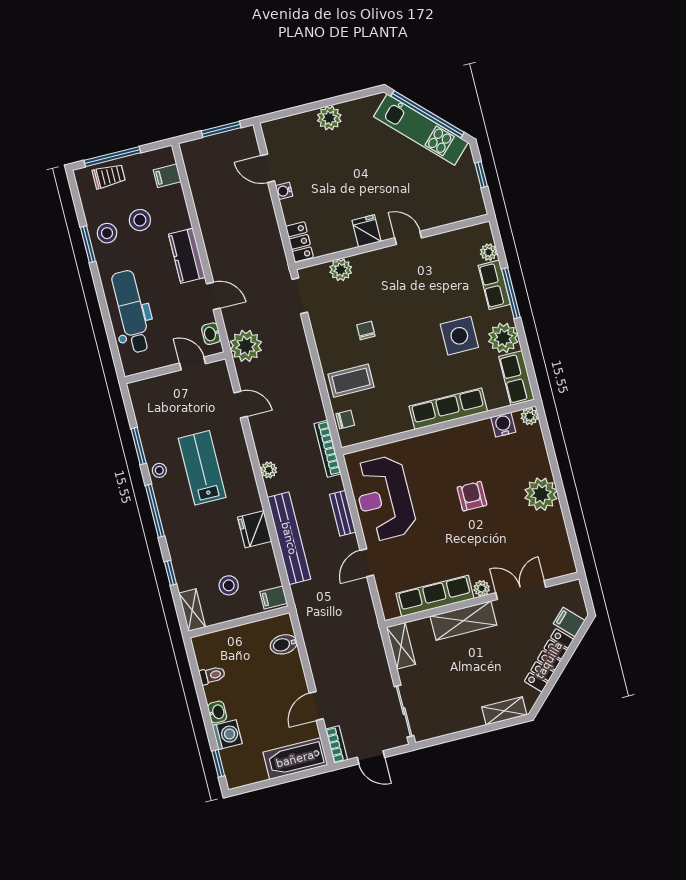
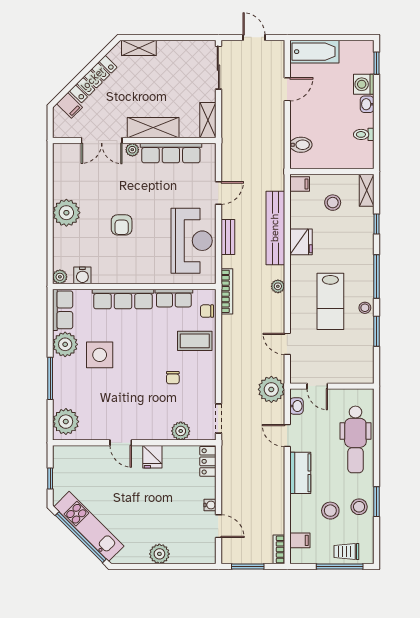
plant: (489, 252) -> (66, 422), width x1.87, depth x1.87
row of seats: (494, 285) -> (174, 298), moved, turned 90
bookcase: (336, 745) -> (279, 549), moved

